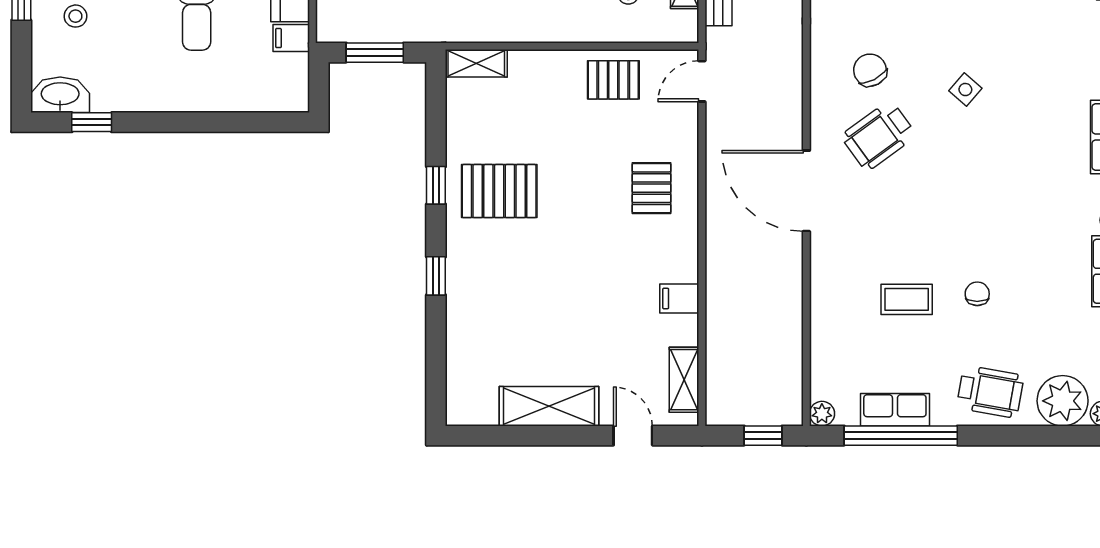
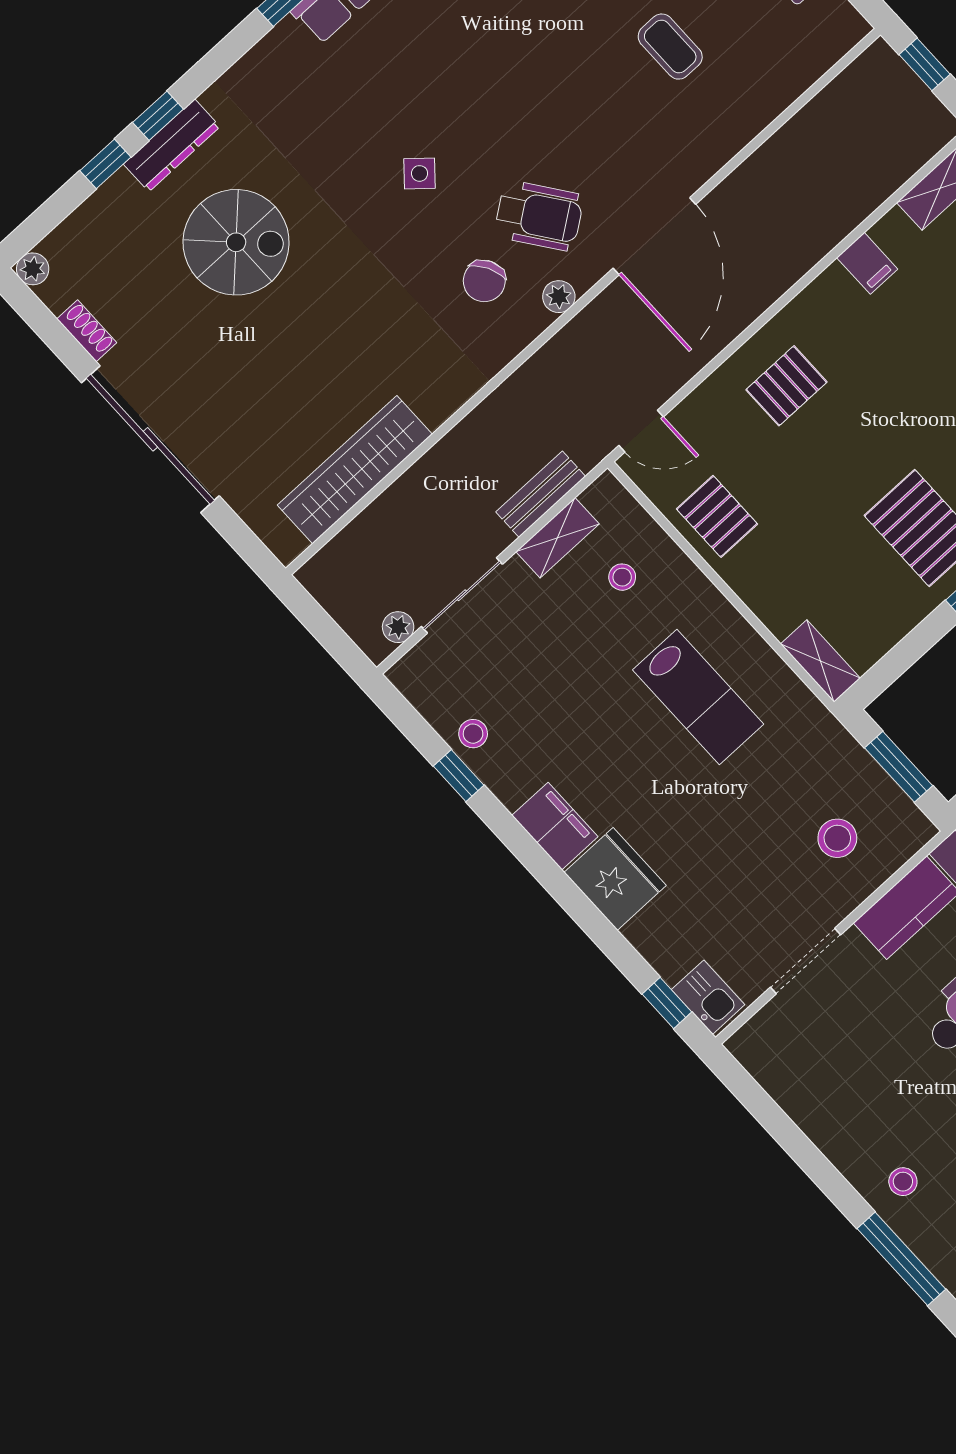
plant: (822, 414) -> (559, 297), moved

